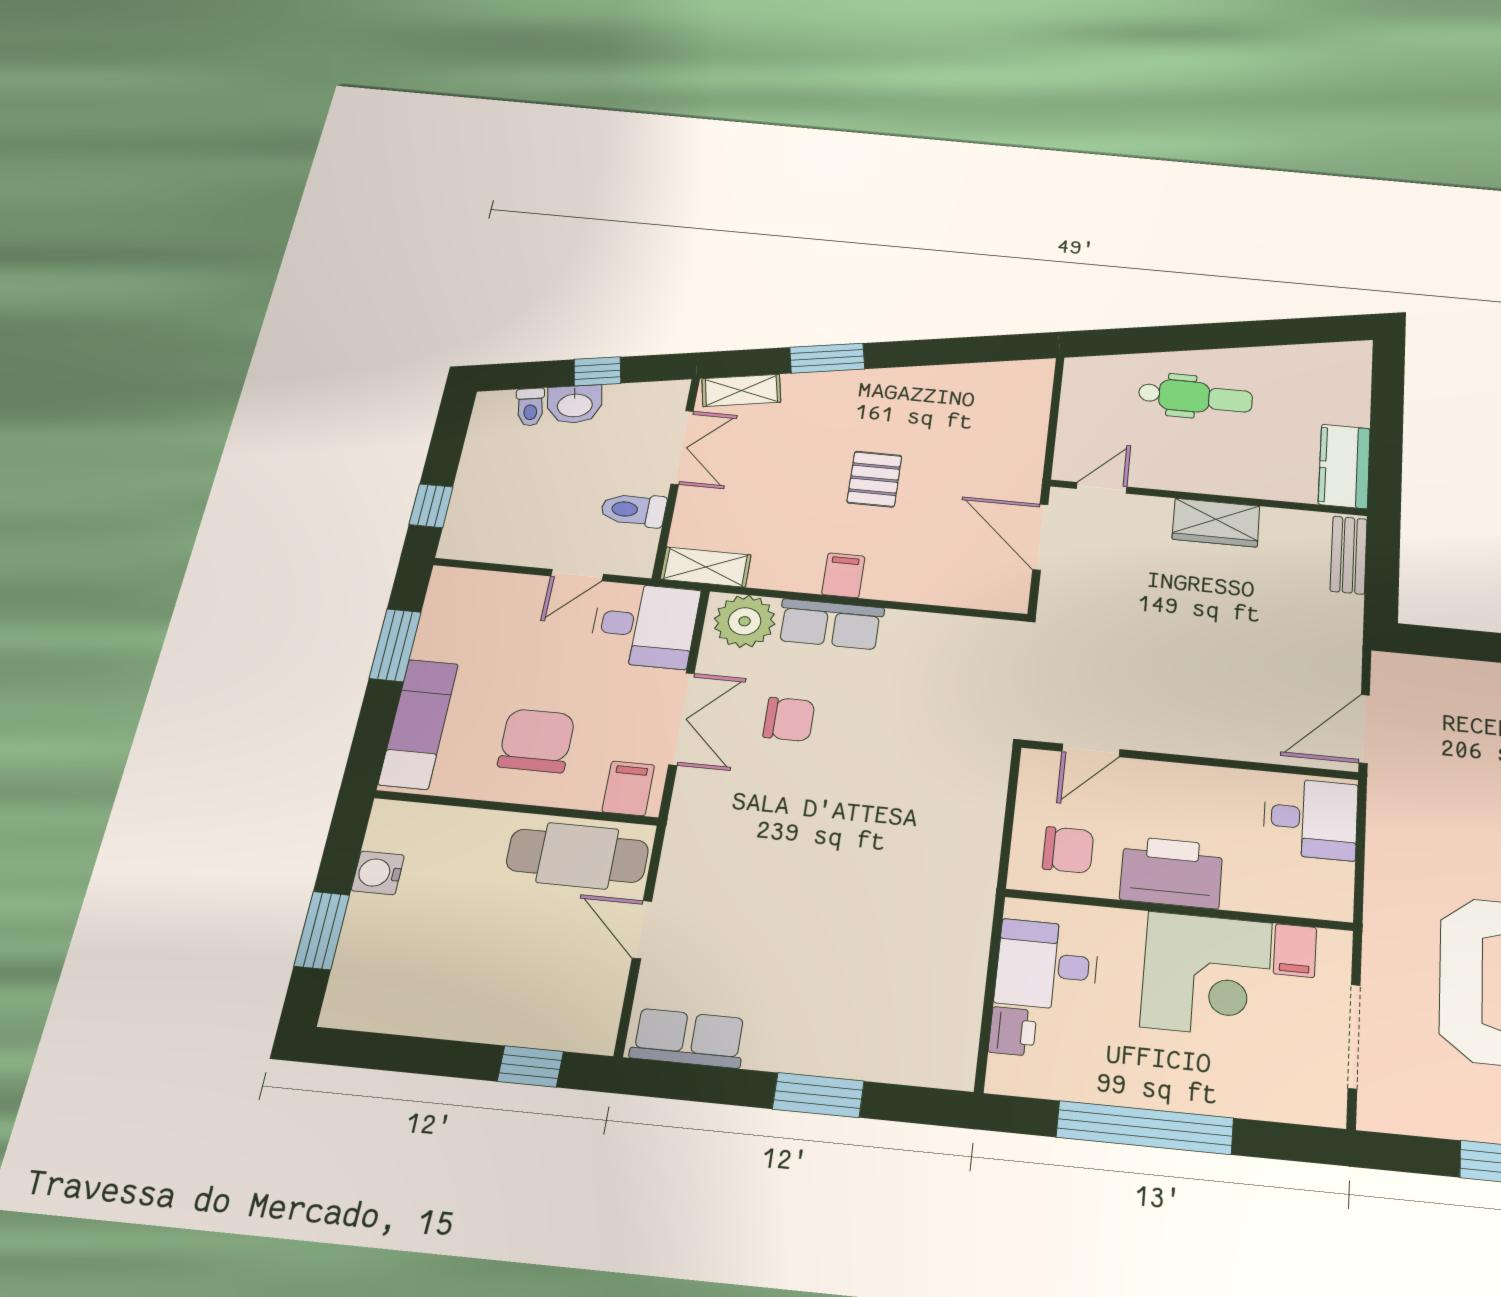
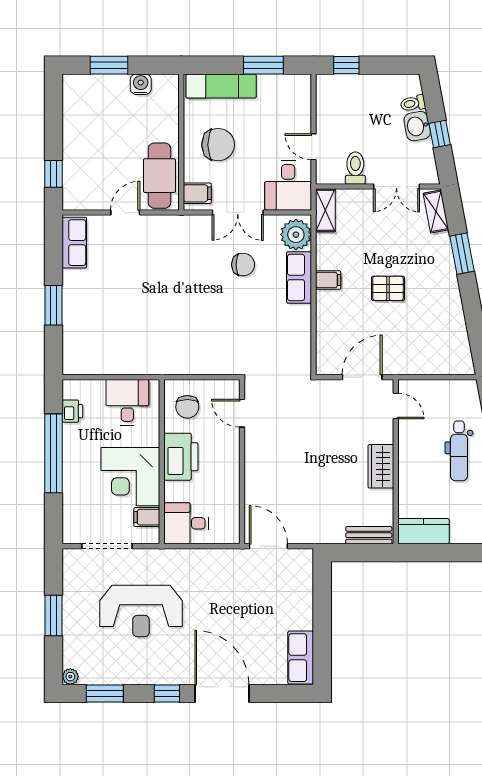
chair: (789, 719) -> (243, 265), turned -90
desk: (1310, 818) -> (186, 523), moved, turned 90
printer: (1013, 1031) -> (72, 411), moved, turned -90

